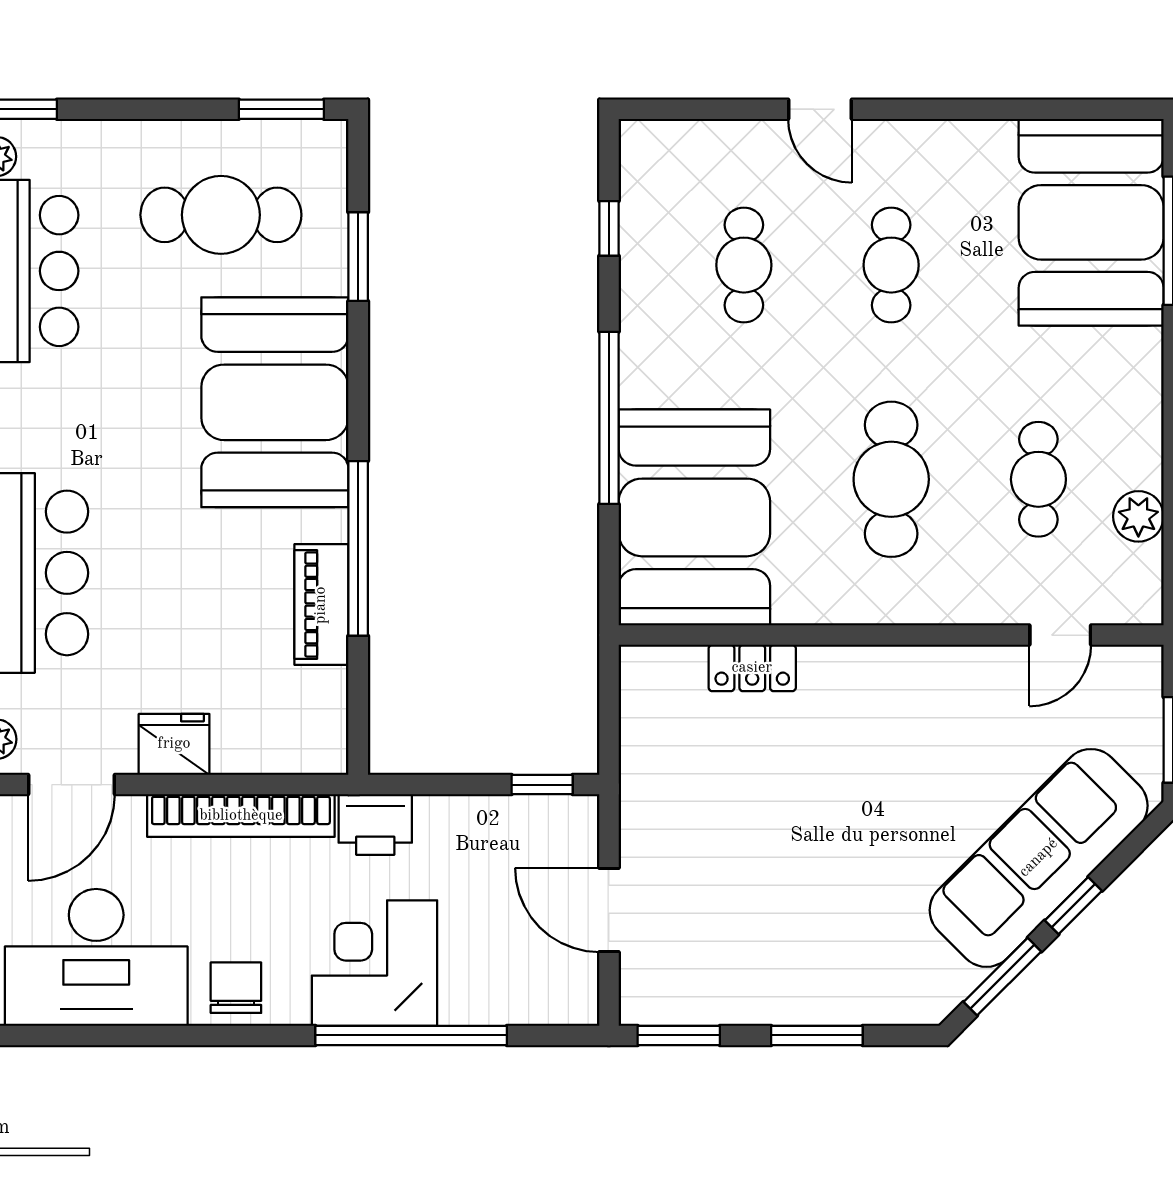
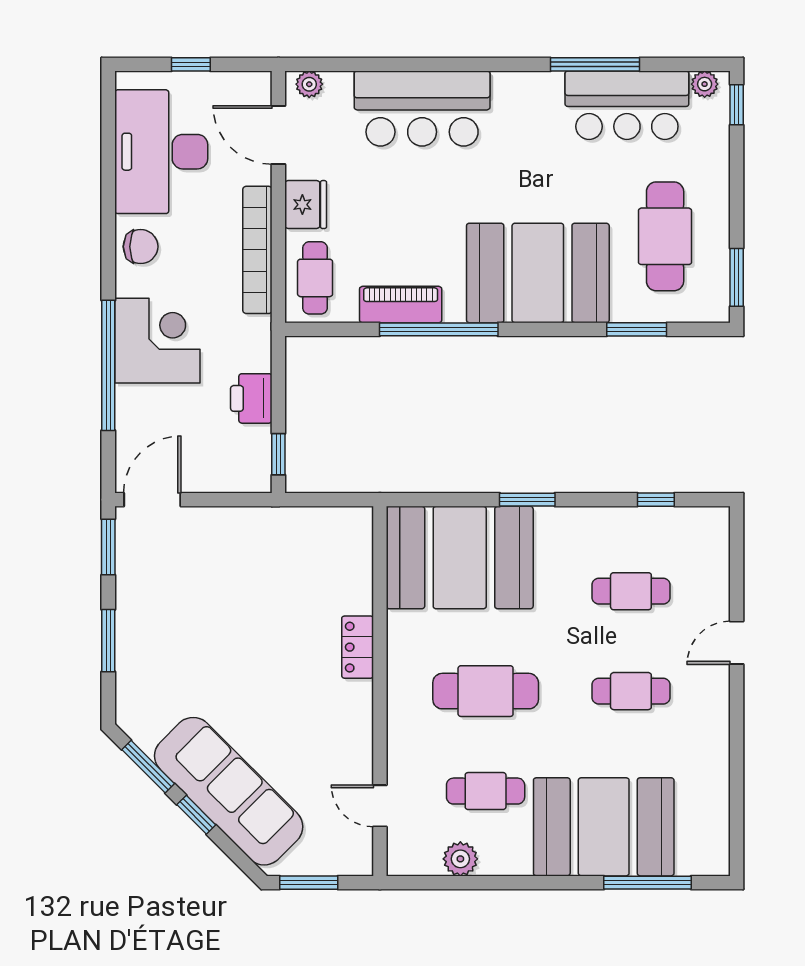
booth: (1091, 222) -> (604, 827), moved
window: (609, 418) -> (527, 500), width x0.47
locker: (752, 668) -> (358, 647), moved
cafe table: (282, 731) -> (315, 278), added
printer: (375, 825) -> (251, 398), moved
door: (609, 910) -> (152, 500), moved

